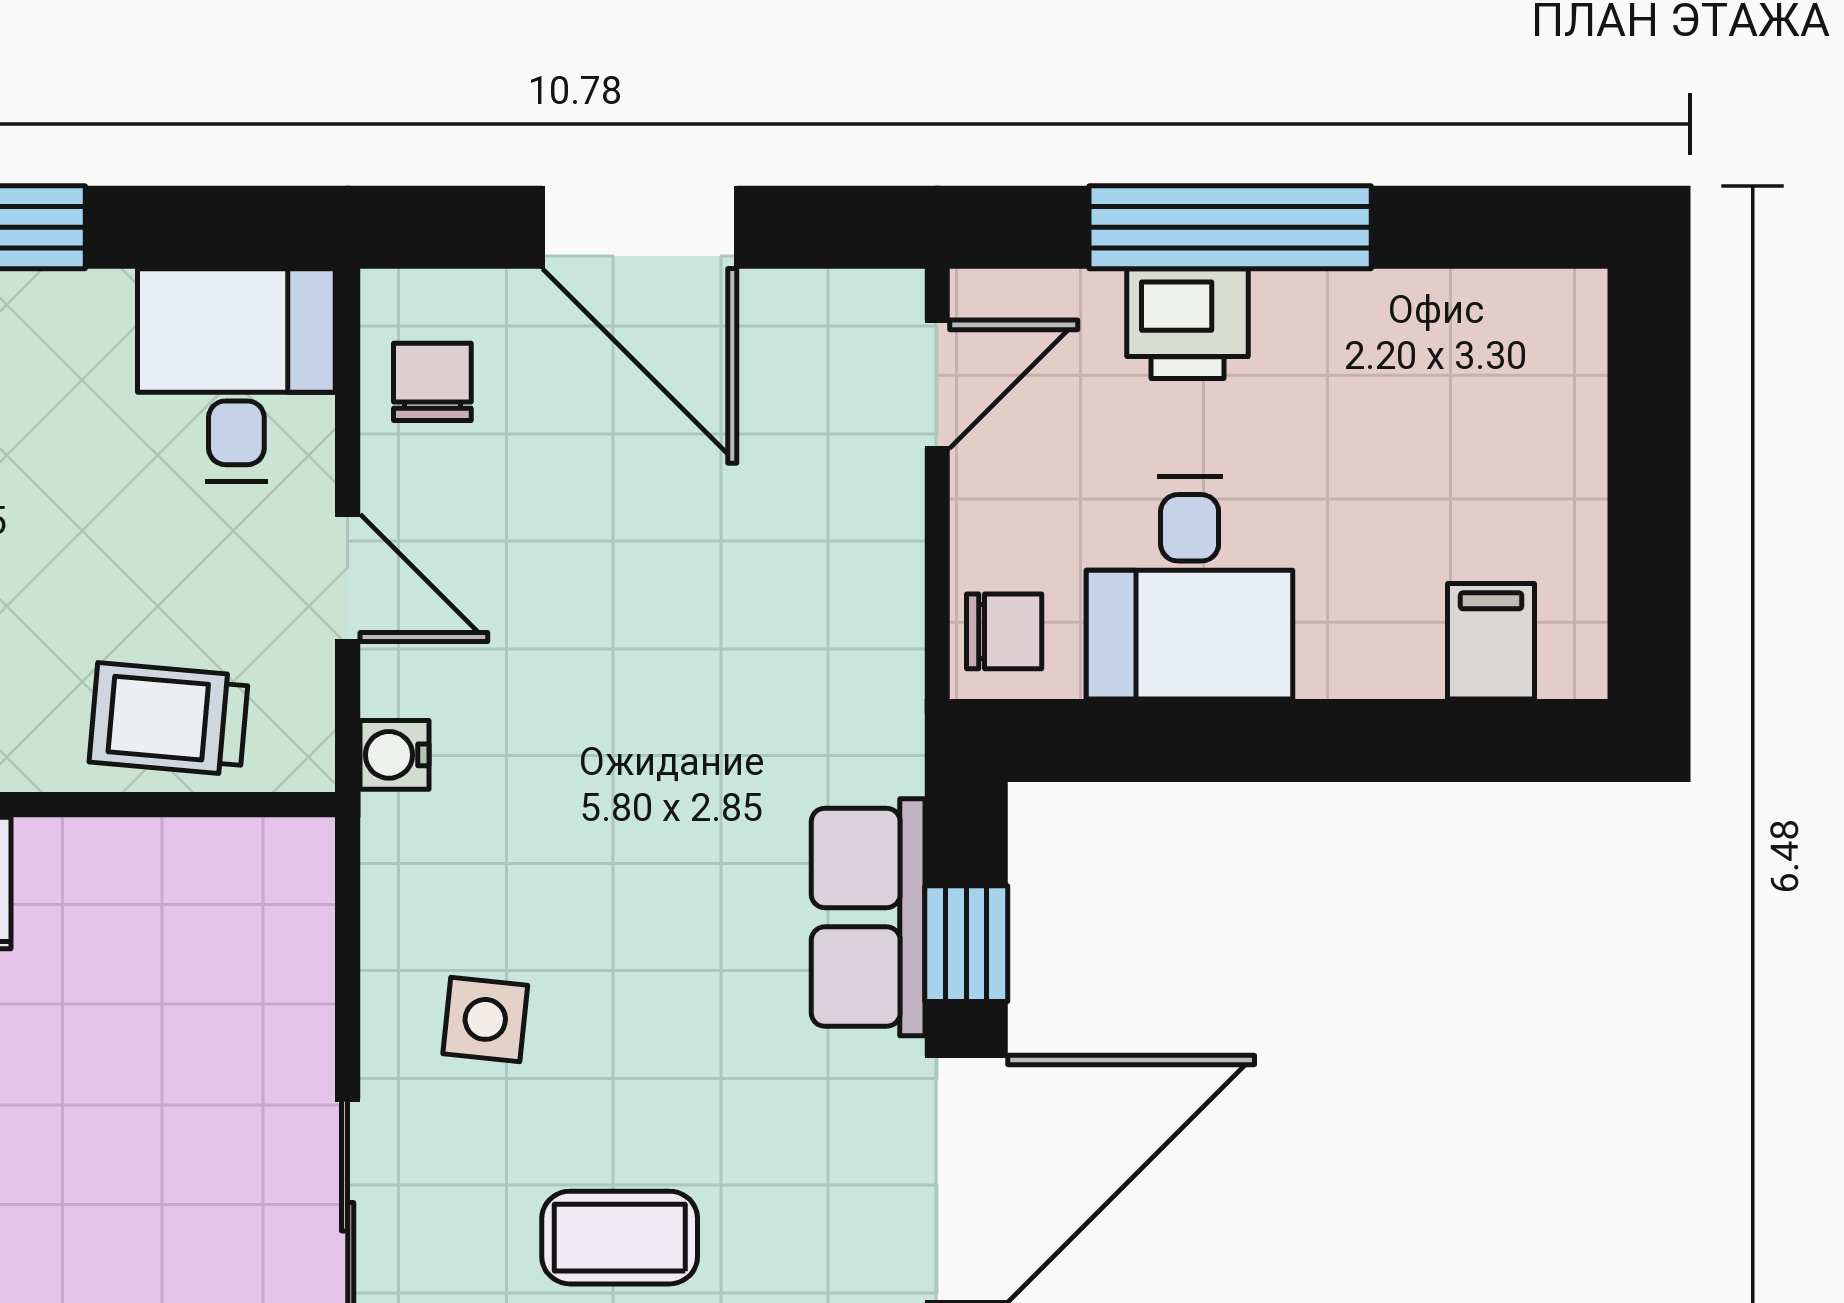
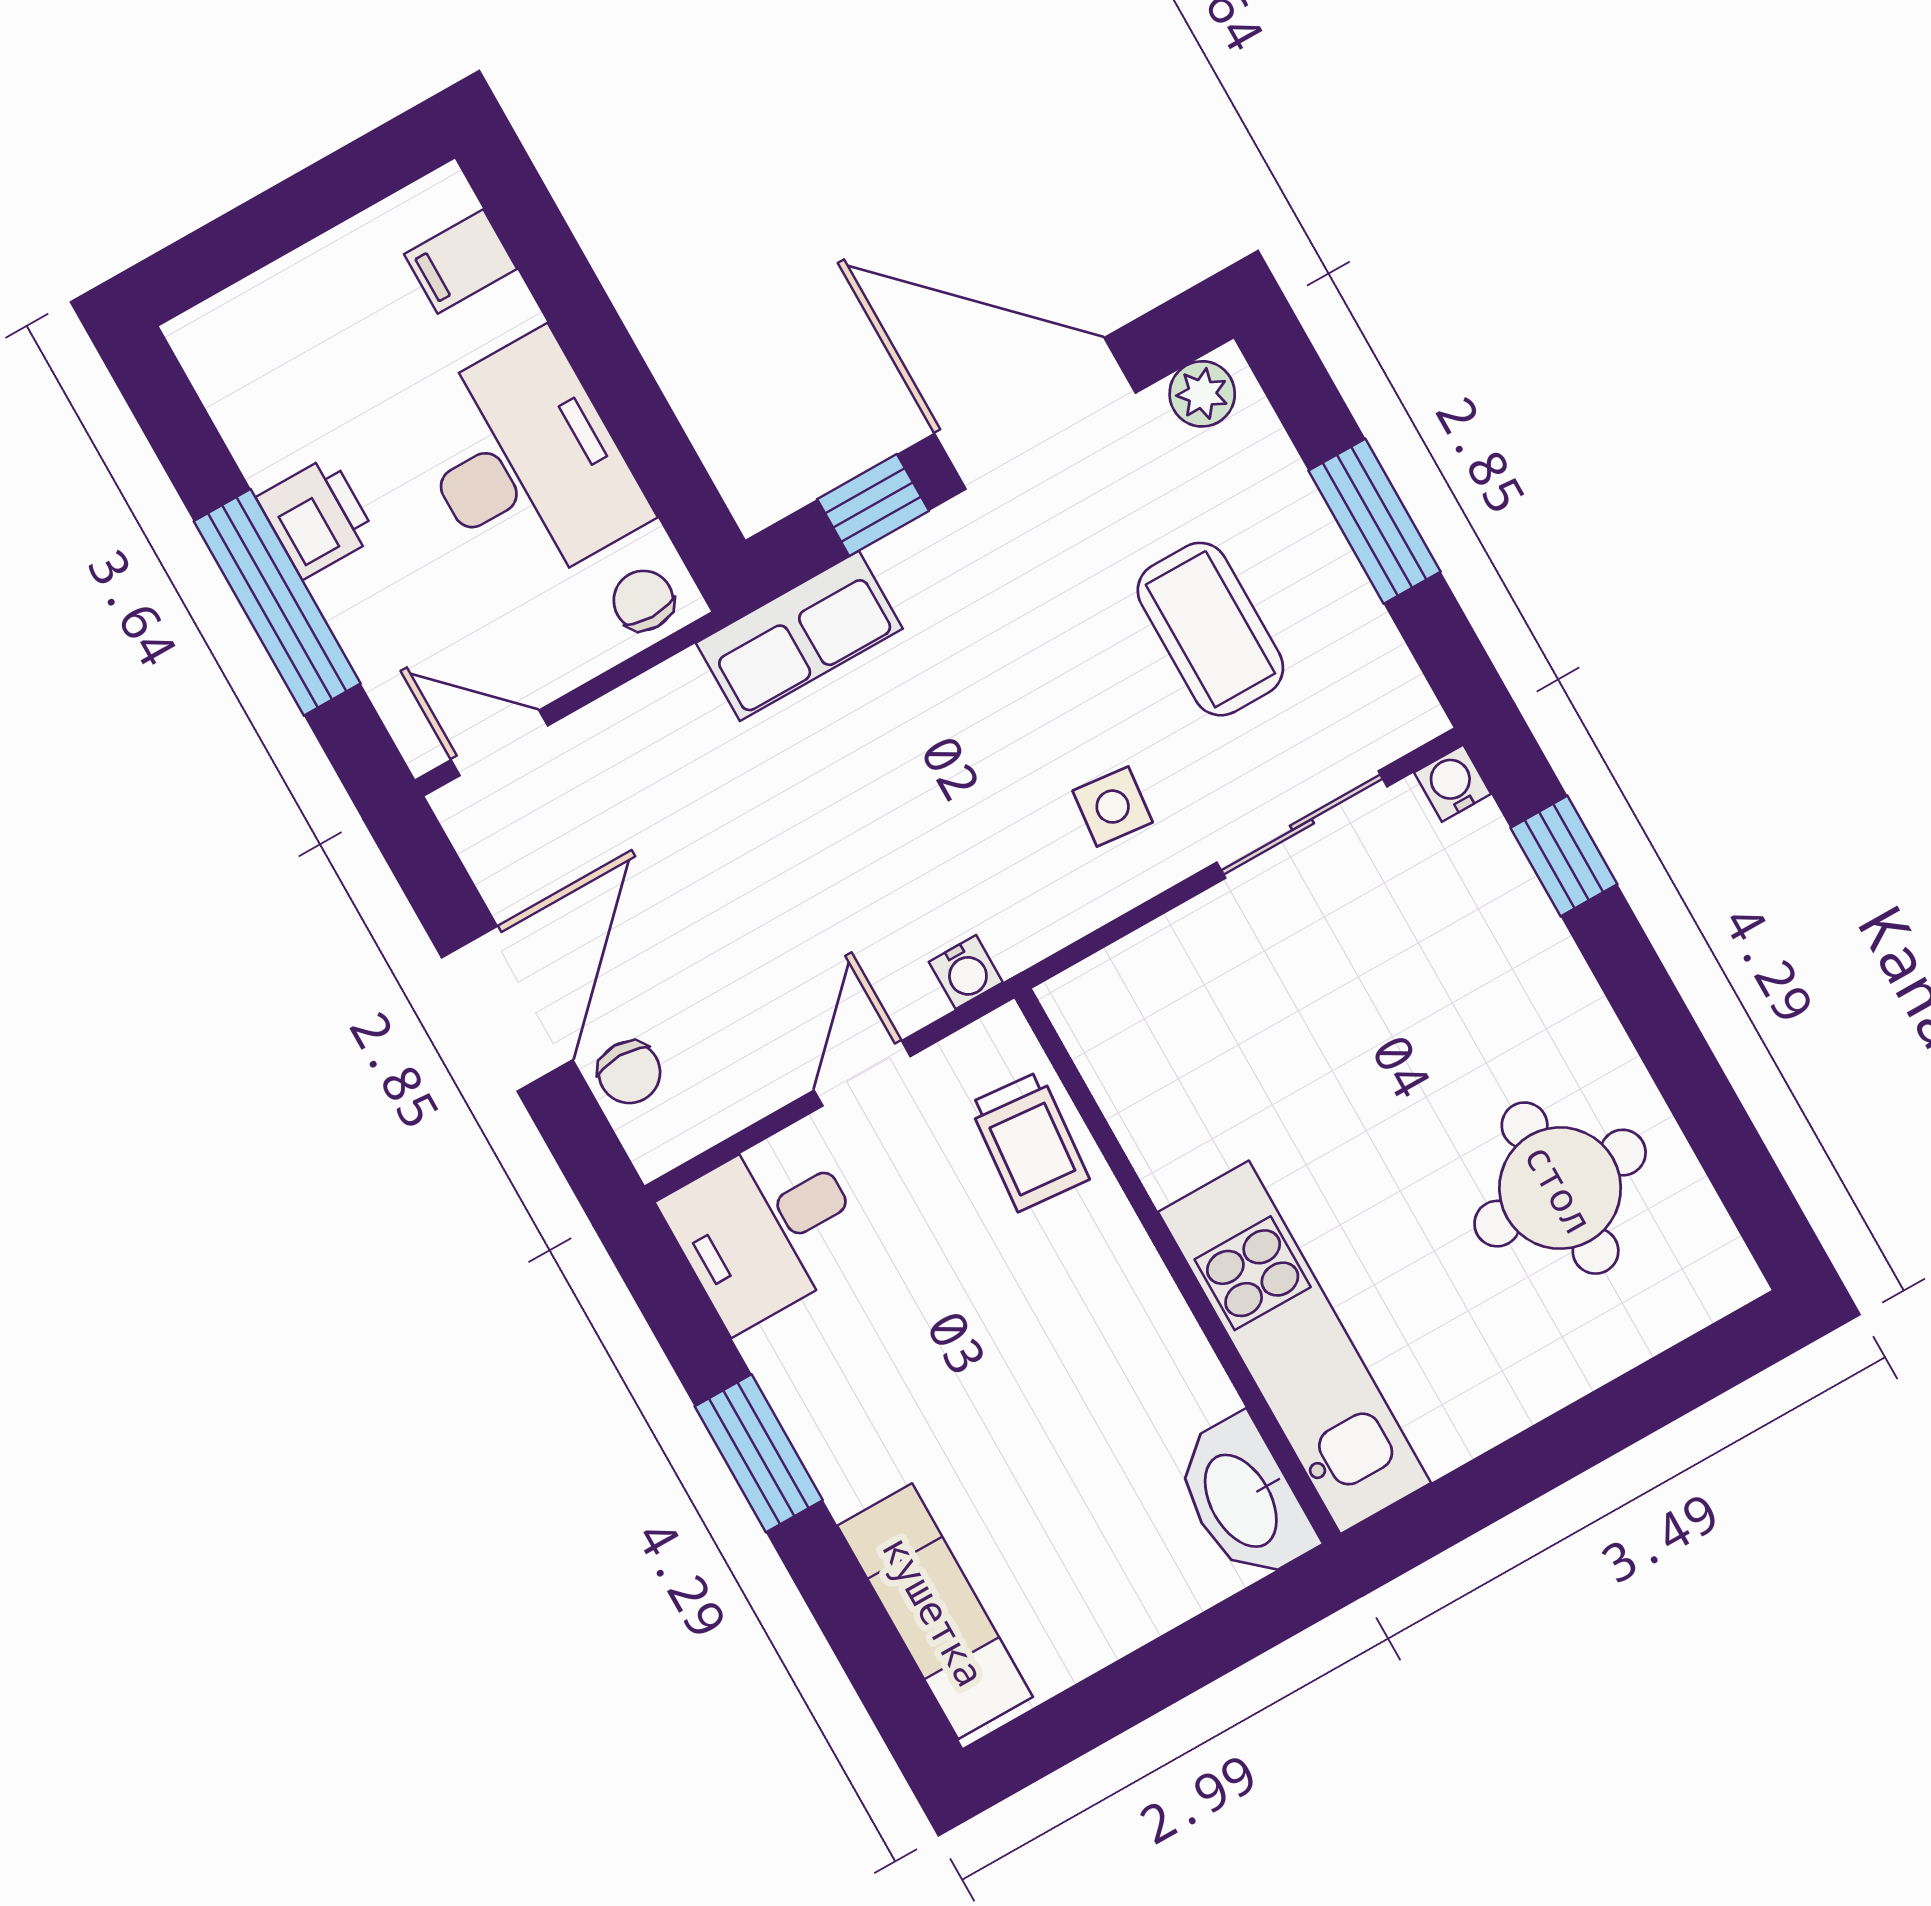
printer: (1187, 324) -> (317, 517), moved
chair: (432, 382) -> (629, 1072), moved, turned -90
desk: (1190, 588) -> (526, 463), width x1.37
row of seats: (868, 917) -> (799, 636), moved
coffee table: (620, 1238) -> (1210, 629), width x1.36, depth x1.30

